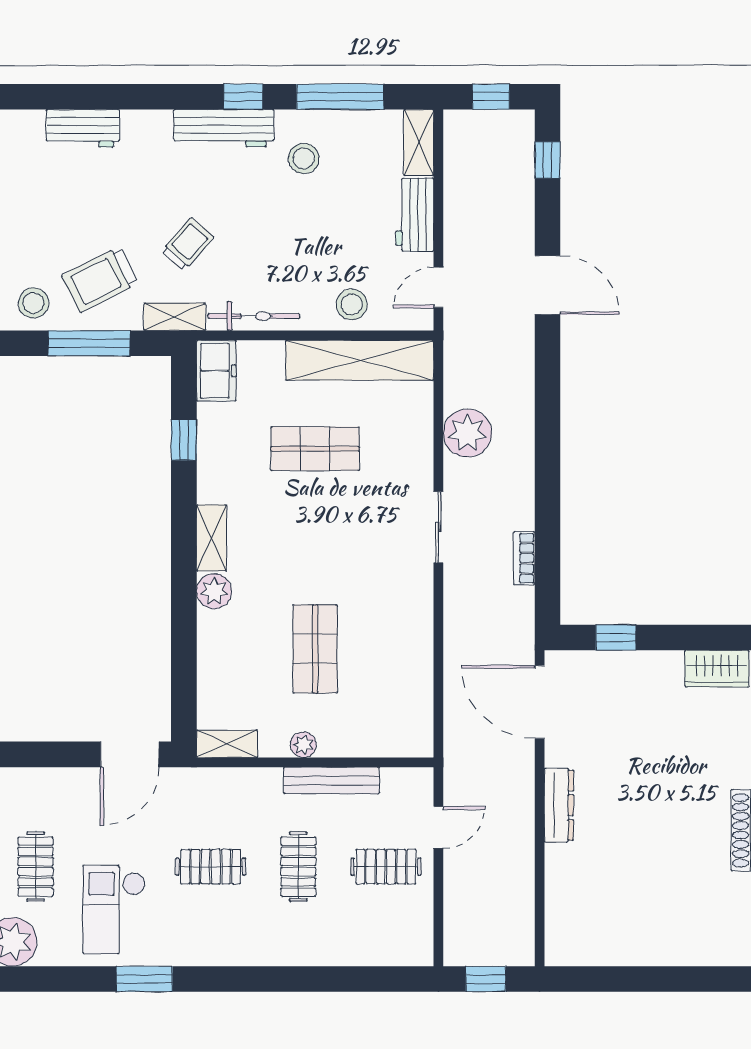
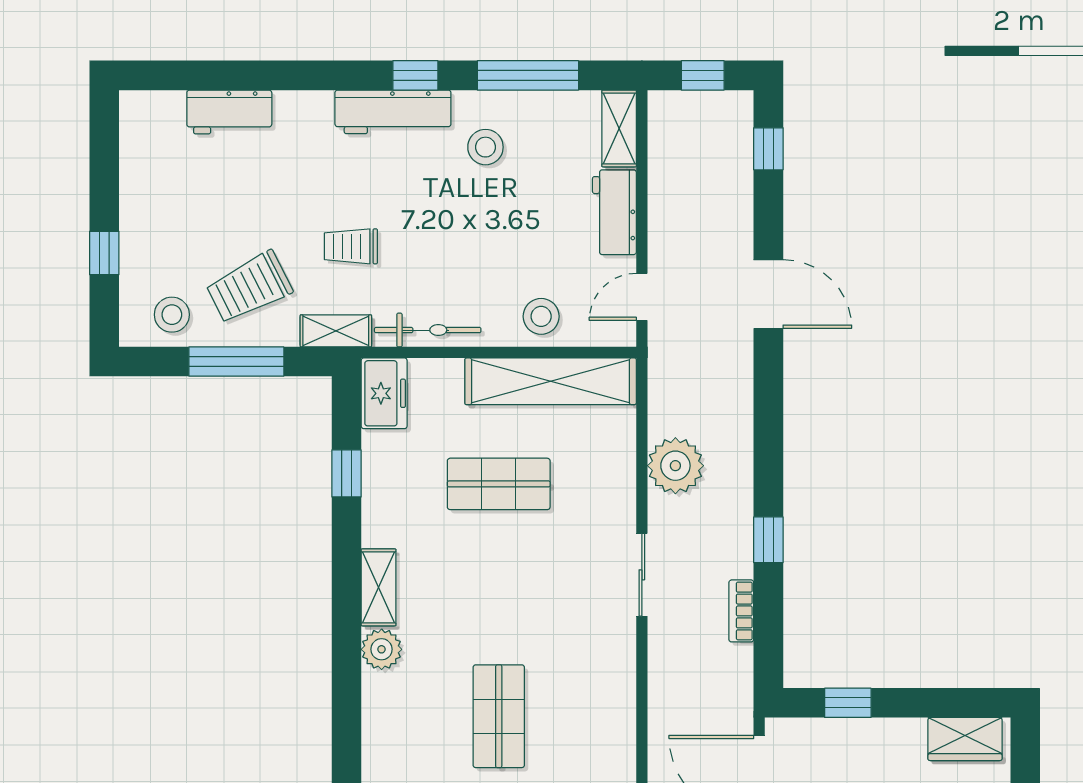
trolley: (188, 244) -> (351, 246), turned -132
window: (548, 497) -> (768, 540), added

